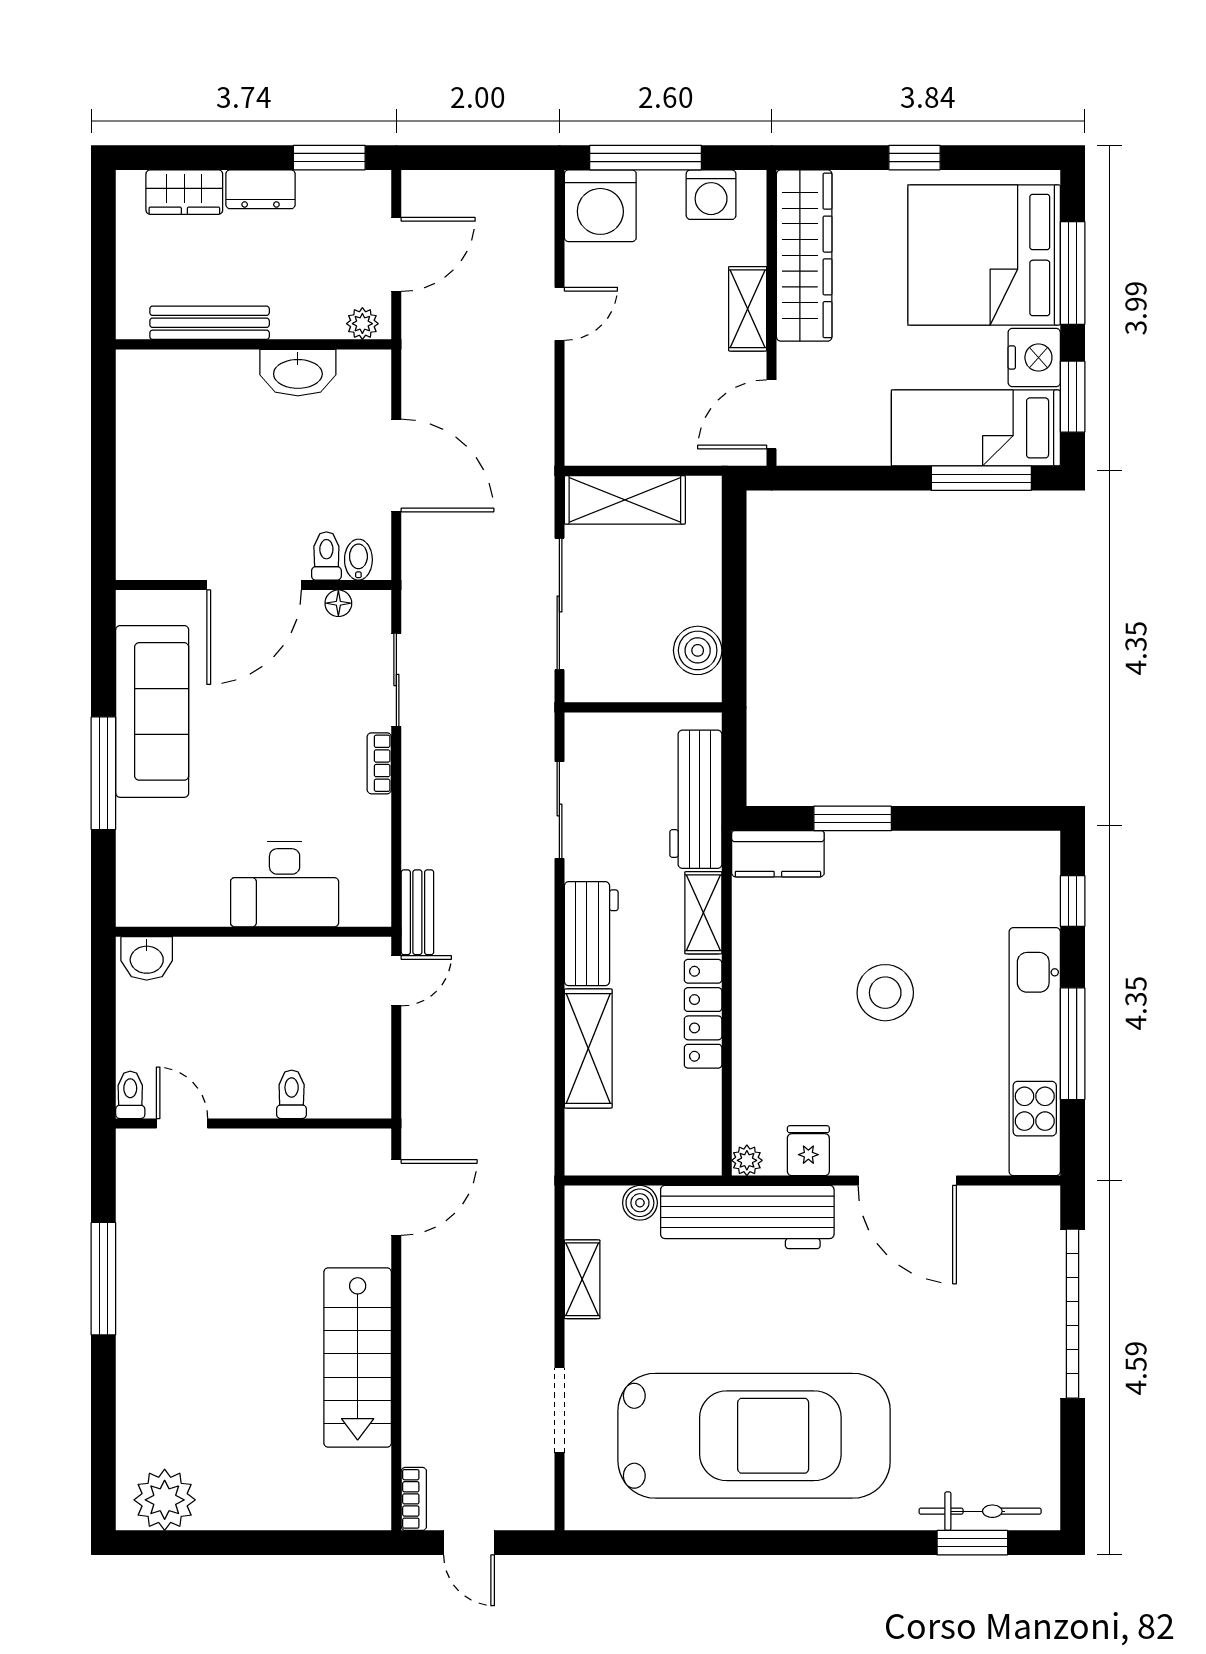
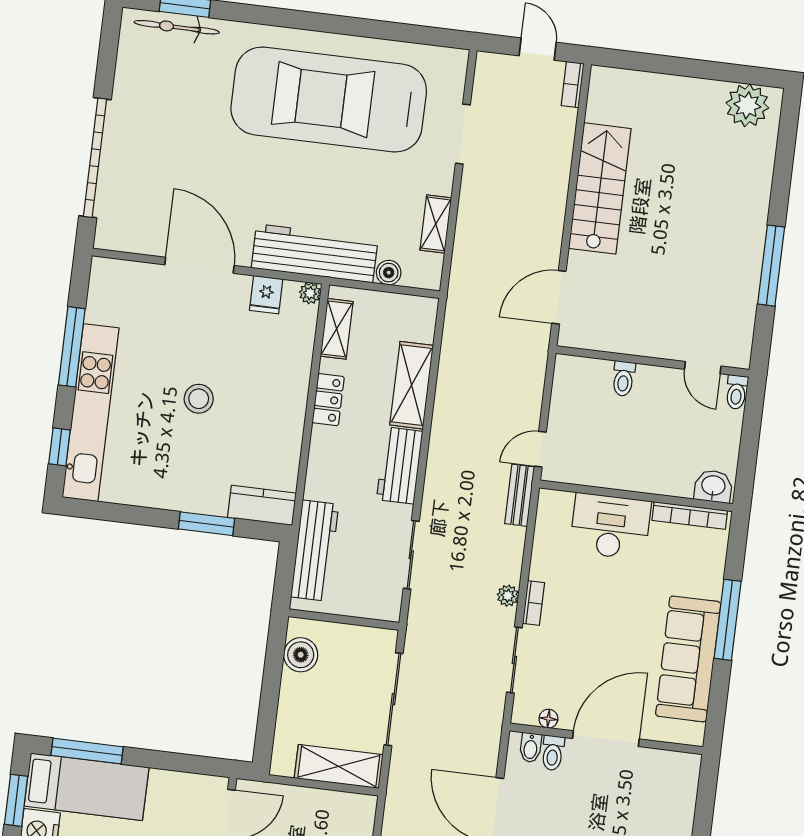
plant: (417, 769) -> (508, 596), added
bookcase: (175, 913) -> (690, 515), added
shelving: (703, 913) -> (337, 329), moved
stool: (885, 993) -> (199, 399), width x0.73, depth x0.73
locker: (703, 1014) -> (328, 400), width x0.66
kitchen unit: (1035, 1052) -> (91, 413), moved

